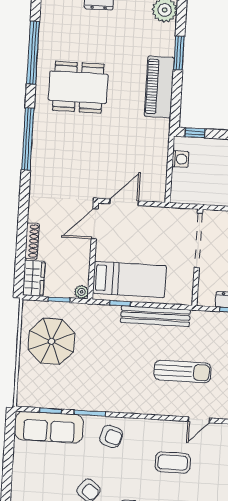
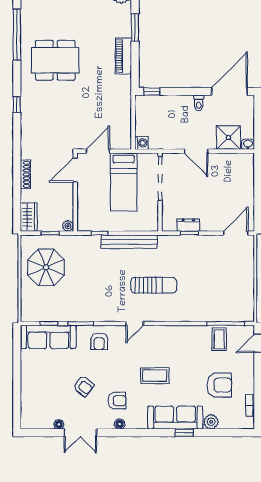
piano: (159, 87) -> (123, 56), width x0.73, depth x0.75
window: (28, 139) -> (17, 105), width x0.32
washing machine: (180, 159) -> (141, 143), moved
shoe rack: (32, 241) -> (25, 174), moved
bed: (129, 279) -> (124, 182), moved, turned 90
door: (199, 420) -> (135, 324), moved
armchair: (111, 436) -> (99, 341), turned 74
coffee table: (173, 462) -> (155, 376), moved

